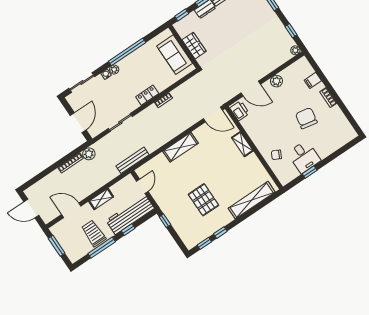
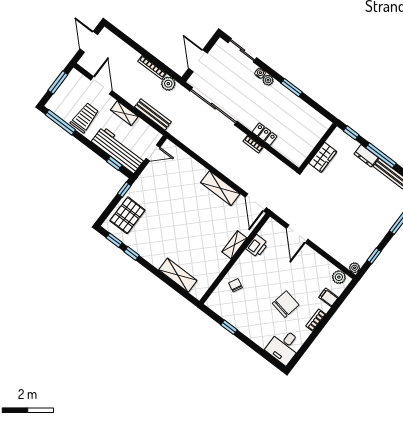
window: (127, 52) -> (292, 88), width x0.47
sofa: (175, 55) -> (306, 140), removed
plant: (276, 81) -> (339, 277), moved
locker: (147, 95) -> (265, 134), moved
printer: (240, 111) -> (257, 246), moved
sliding door: (120, 122) -> (213, 106), width x1.86
door: (78, 123) -> (198, 61), swing flipped
shelving: (180, 147) -> (220, 188), moved
desk: (304, 157) -> (284, 346), moved
bench: (132, 160) -> (153, 114), moved
pallet: (204, 200) -> (127, 215), moved
shelving: (252, 200) -> (178, 275), width x0.68
window: (128, 230) -> (114, 163), moved
window: (102, 248) -> (60, 122), moved

